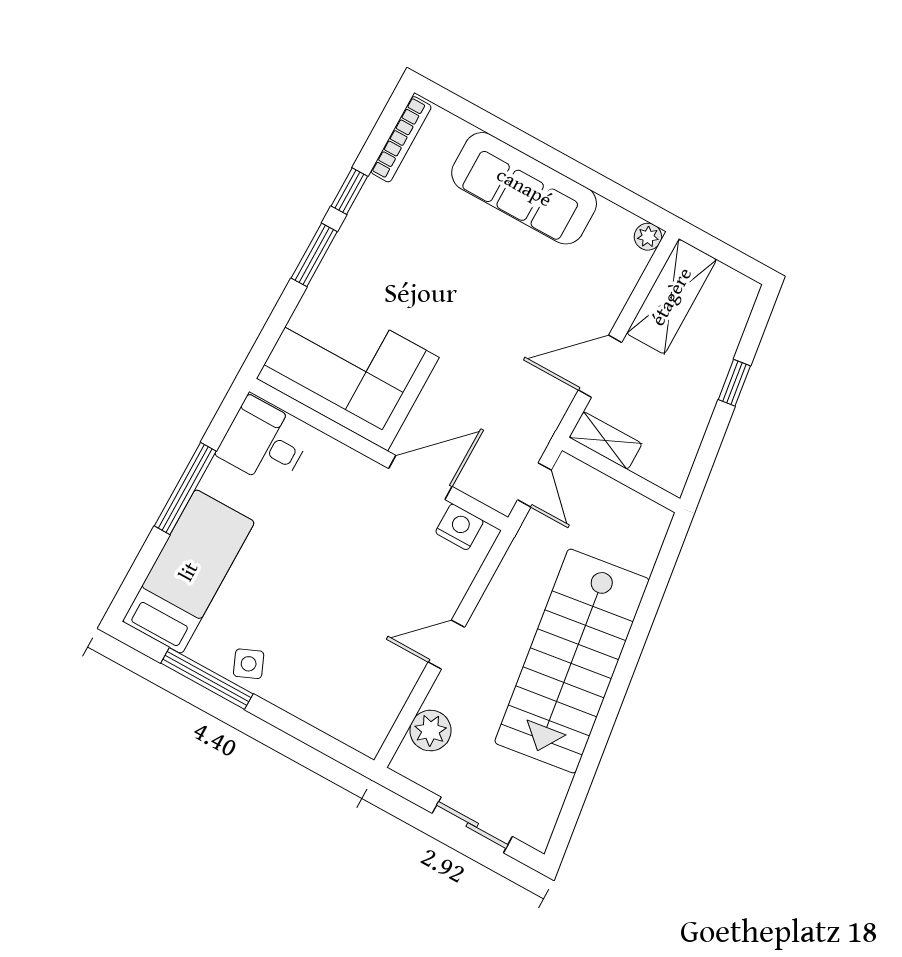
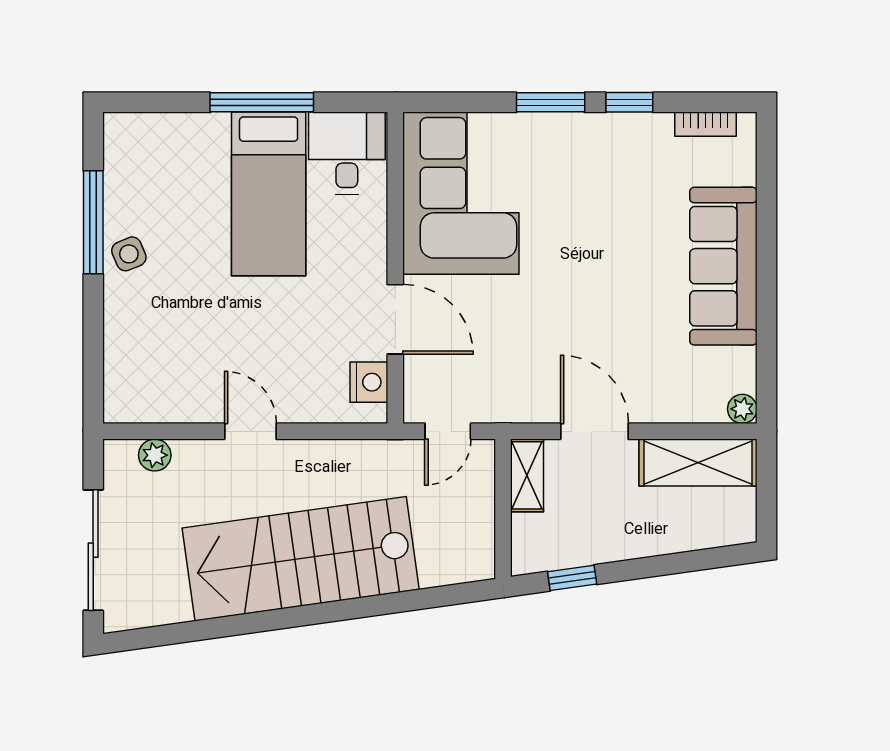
bookcase: (401, 139) -> (705, 124), width x0.64
window: (734, 383) -> (572, 578), moved
bed: (189, 572) -> (269, 194), moved, turned 90
plant: (430, 731) -> (155, 455), width x0.73, depth x0.73
sliding door: (472, 825) -> (93, 550), width x1.37

